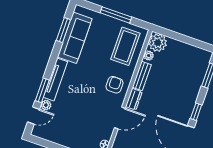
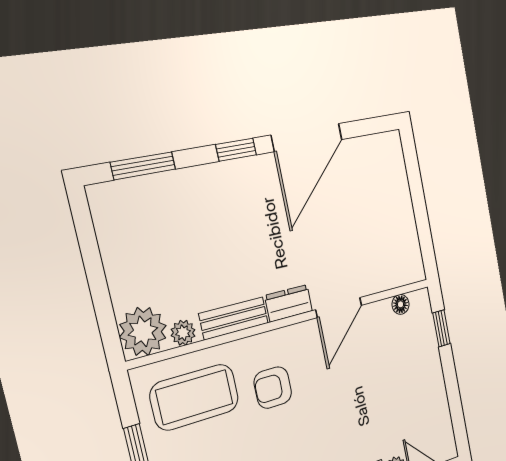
armchair: (115, 85) -> (273, 388), moved
door: (120, 118) -> (339, 307), swing flipped

